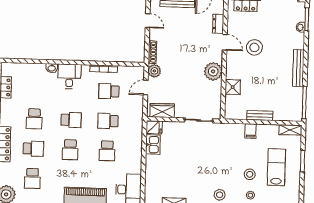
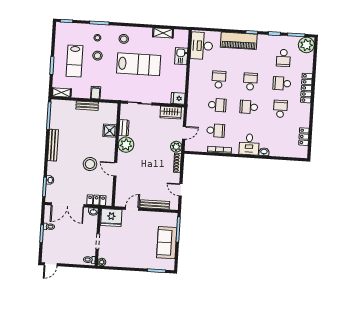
dresser: (218, 24) -> (124, 128), moved
kitchen sink: (153, 145) -> (181, 56), moved
lab bench: (201, 166) -> (139, 64), added
school desk: (32, 178) -> (283, 58), turned 180

